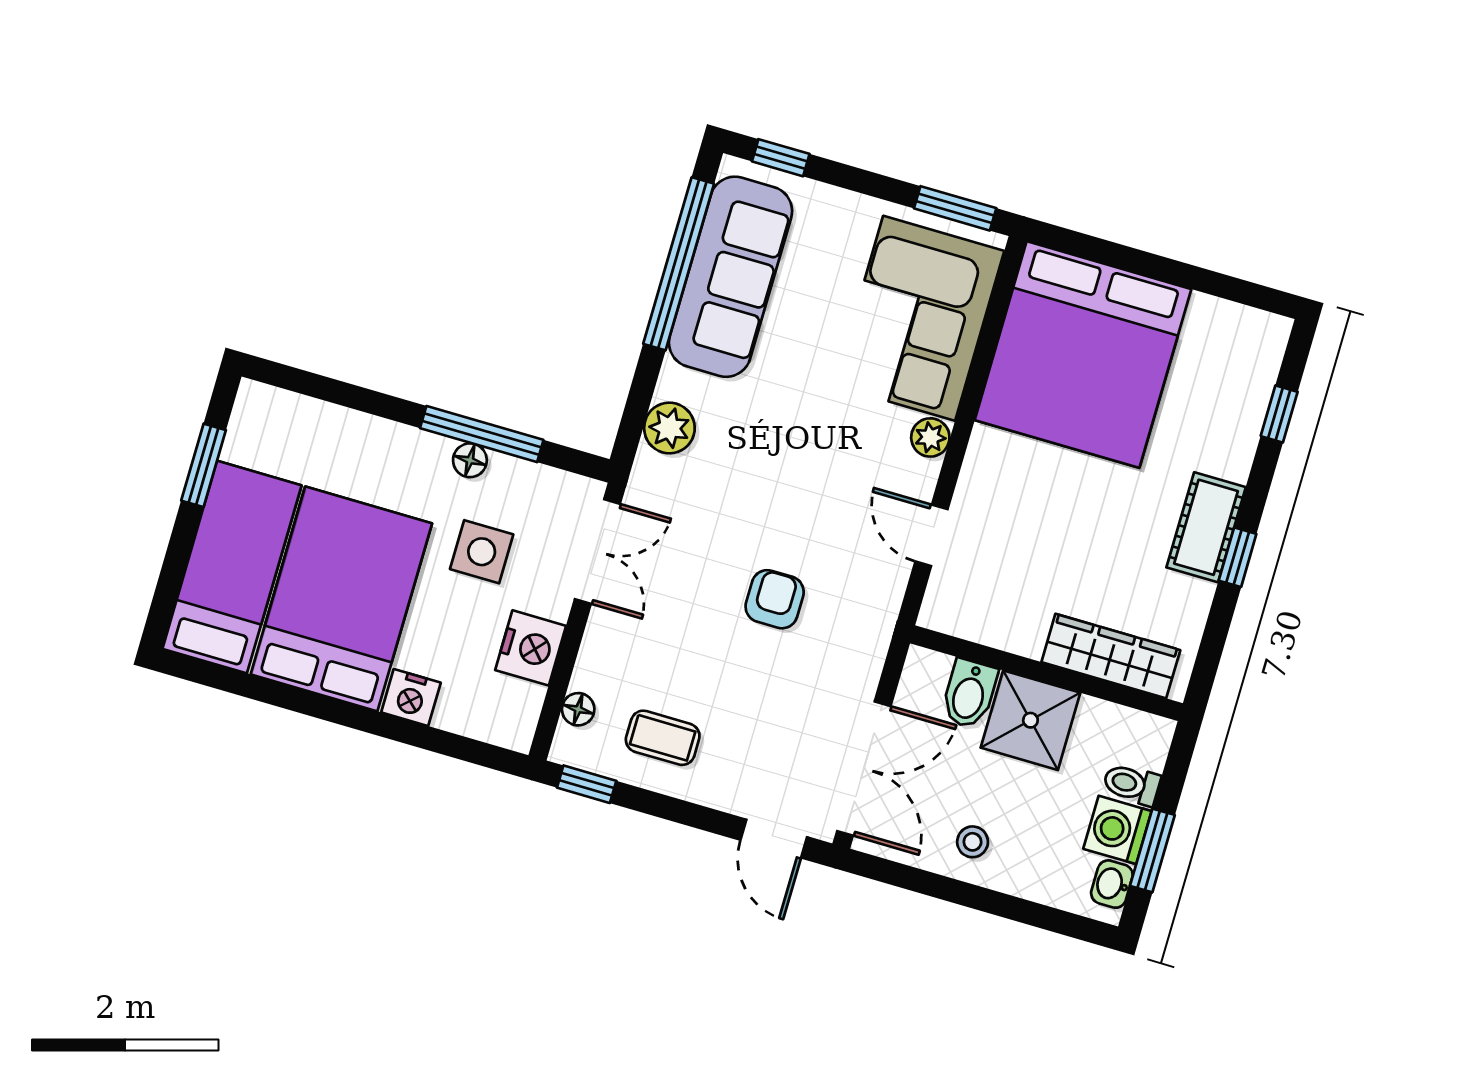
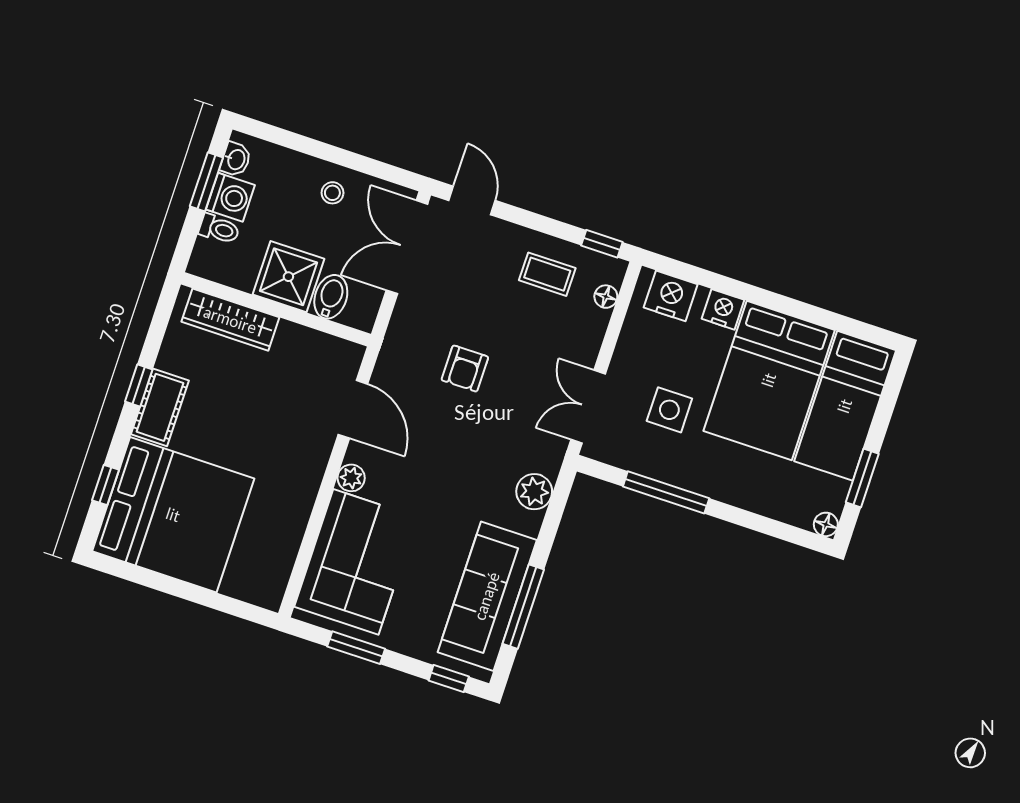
window: (955, 208) -> (356, 648), moved
window: (679, 264) -> (523, 607), width x0.68
bed: (1083, 355) -> (173, 515), moved, turned 90
floor lamp: (470, 460) -> (826, 524), moved
door: (932, 535) -> (353, 409), width x1.38
nightstand: (531, 648) -> (671, 296), moved, turned 90

